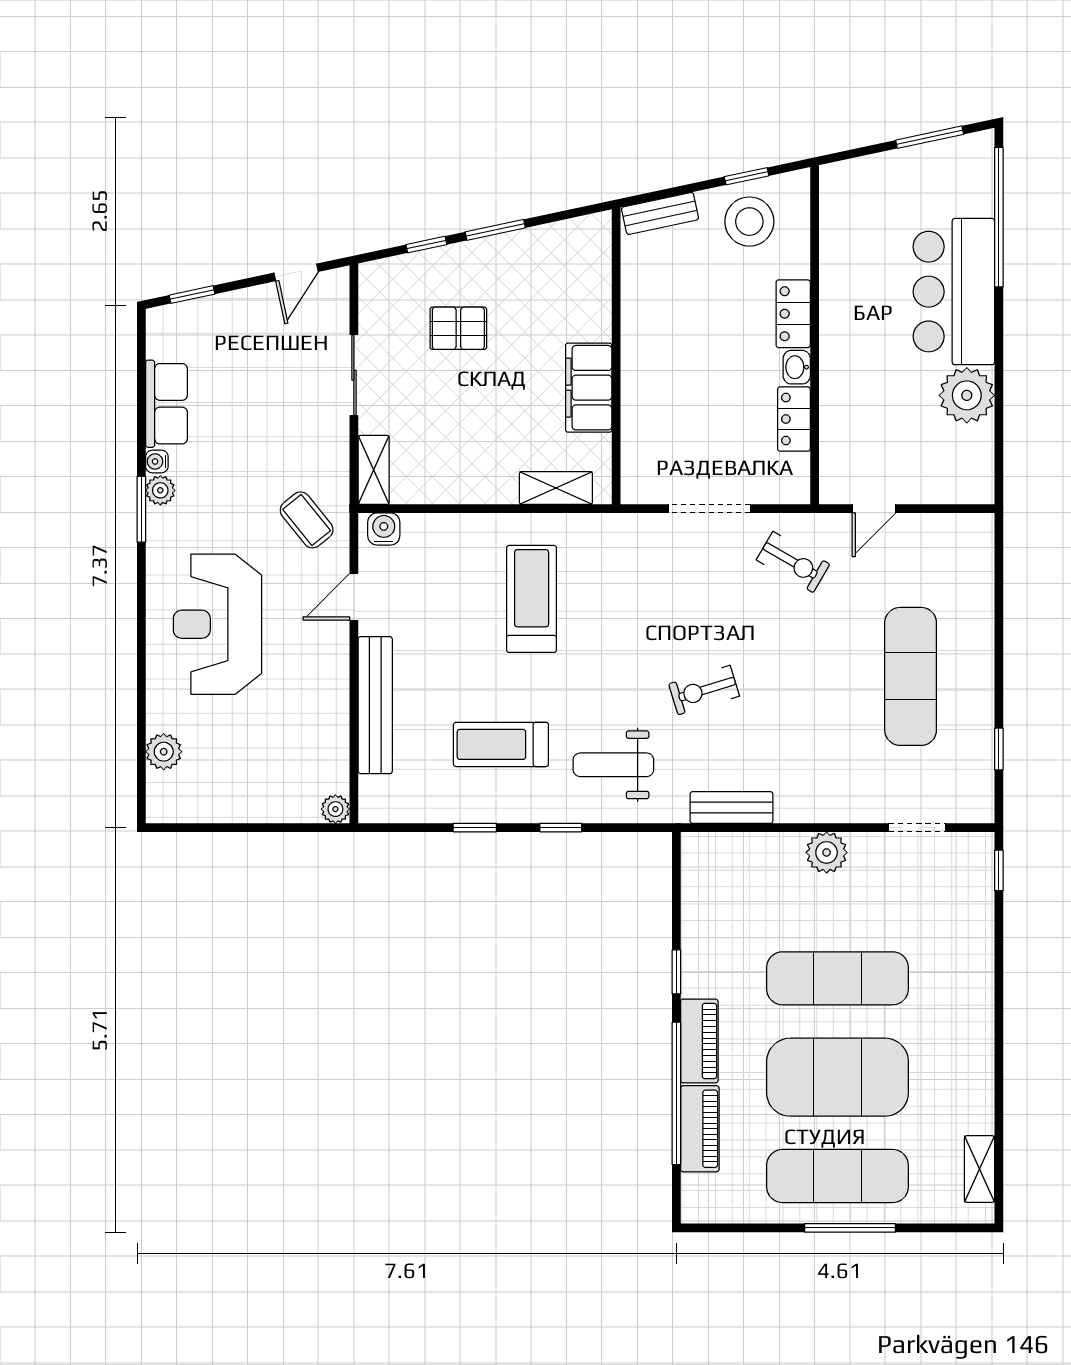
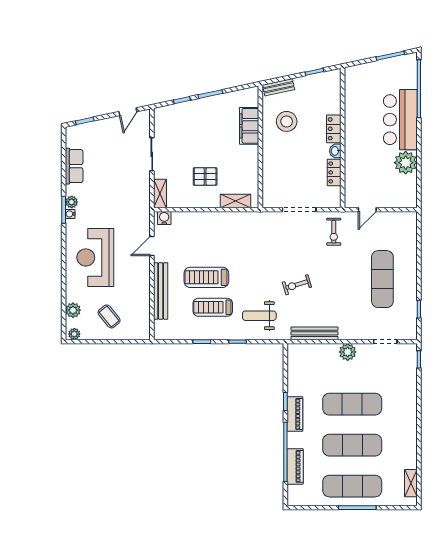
stool: (749, 222) -> (287, 121), moved
pallet: (458, 328) -> (205, 176), moved
filing cabinet: (589, 388) -> (249, 126), moved
water cooler: (157, 461) -> (70, 214), moved
coffee table: (307, 520) -> (109, 316), moved
exercise bike: (793, 562) -> (334, 232), turned 60
treadmill: (532, 599) -> (206, 277), moved, turned -90
bench: (731, 808) -> (314, 333), width x1.36
plant: (335, 809) -> (74, 334), moved
piano: (699, 1041) -> (295, 414), moved
exercise mat: (838, 1077) -> (352, 445), width x0.68

